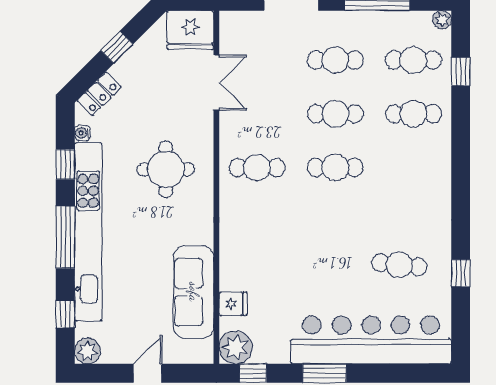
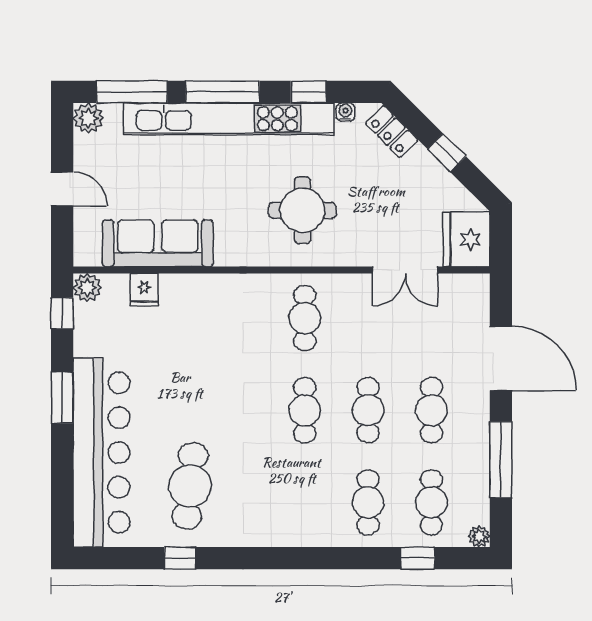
cafe table: (399, 265) -> (190, 486), width x1.37, depth x1.35
window: (65, 314) -> (132, 92), width x2.17
plant: (236, 347) -> (87, 288), width x0.73, depth x0.73

